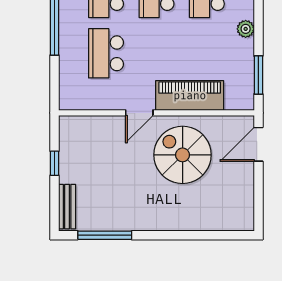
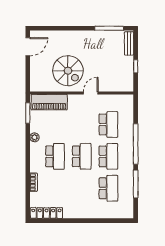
piano: (190, 96) -> (49, 102), moved
door: (258, 144) -> (28, 47), moved

